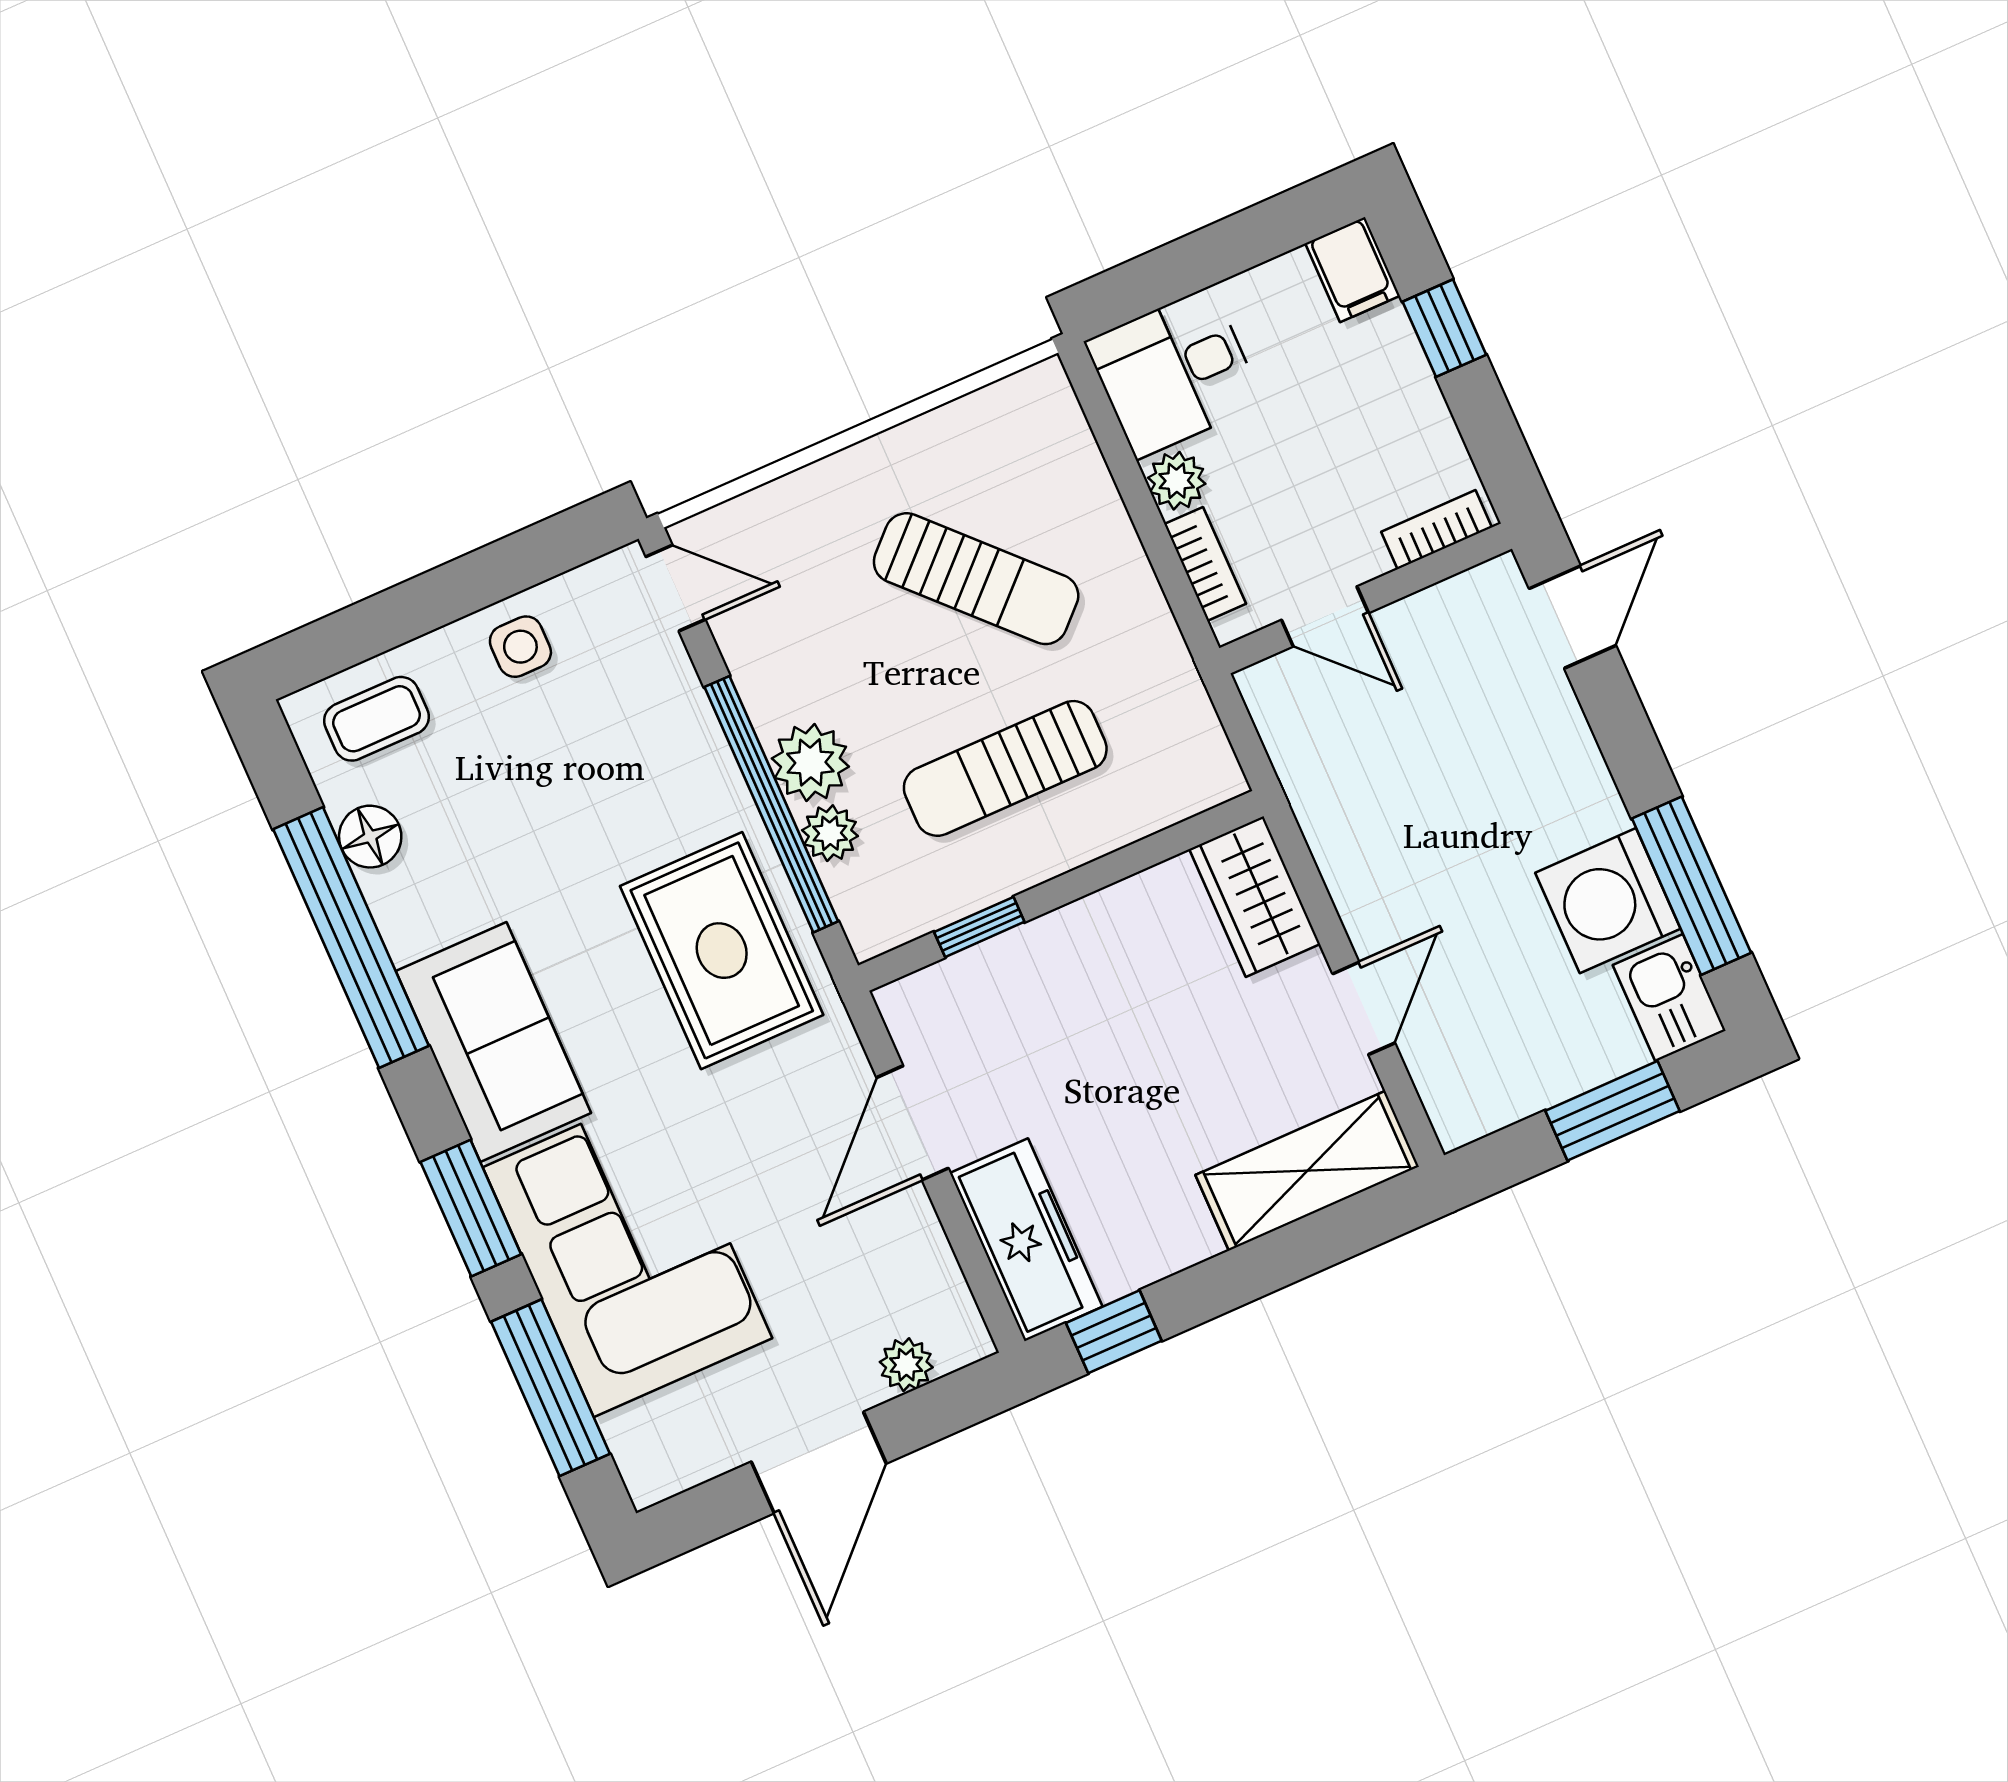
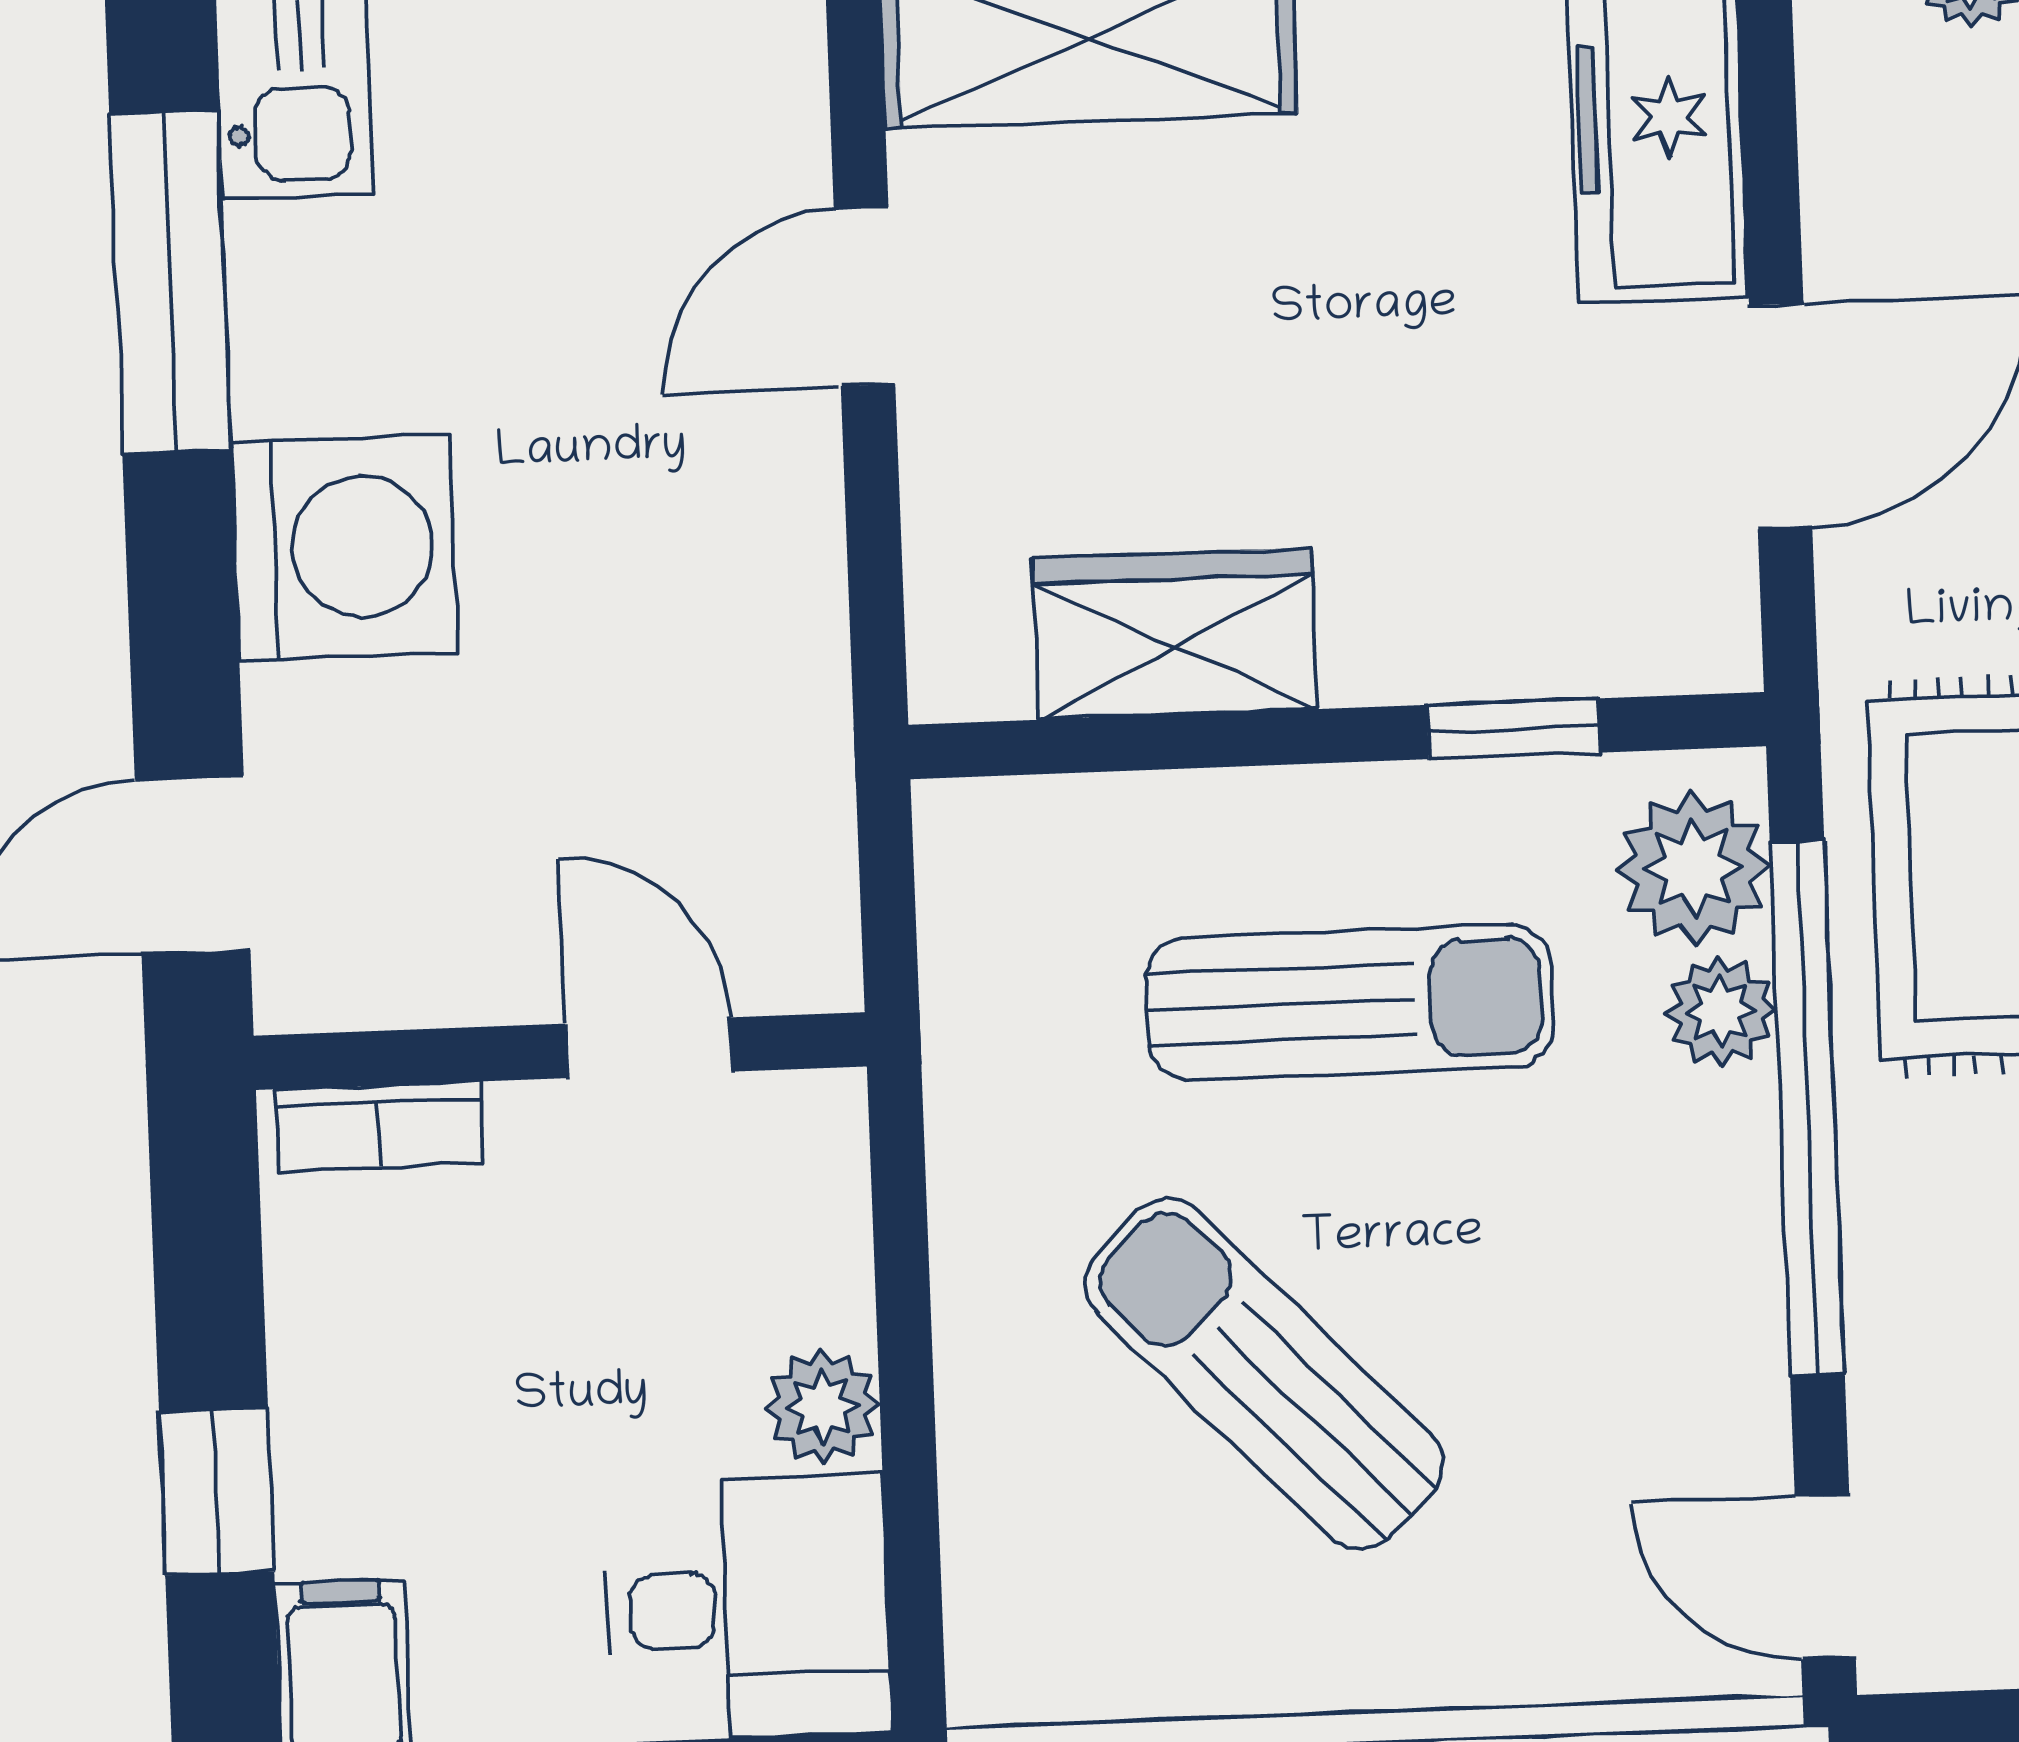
bookcase: (1205, 564) -> (831, 1232), removed
plant: (810, 762) -> (1693, 868), moved
wardrobe: (1255, 897) -> (1175, 634), moved, turned -90
washing machine: (1608, 901) -> (344, 547), moved

